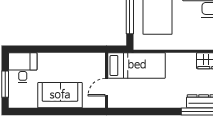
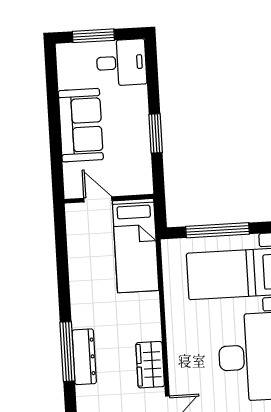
window: (68, 49) -> (156, 133), added

